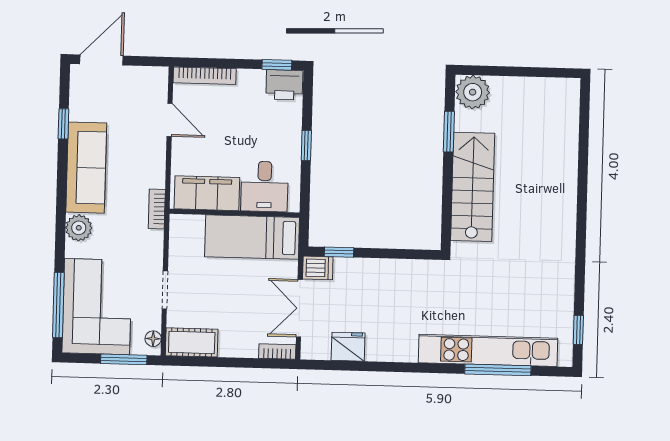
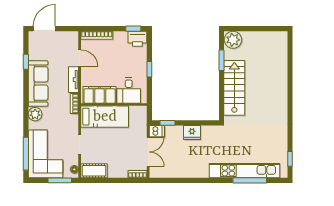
tv unit: (156, 162) -> (73, 80), added
bed: (252, 237) -> (105, 117), moved, turned 180
double door: (299, 308) -> (148, 152), swing flipped
fridge: (348, 347) -> (192, 132), moved, turned 180

